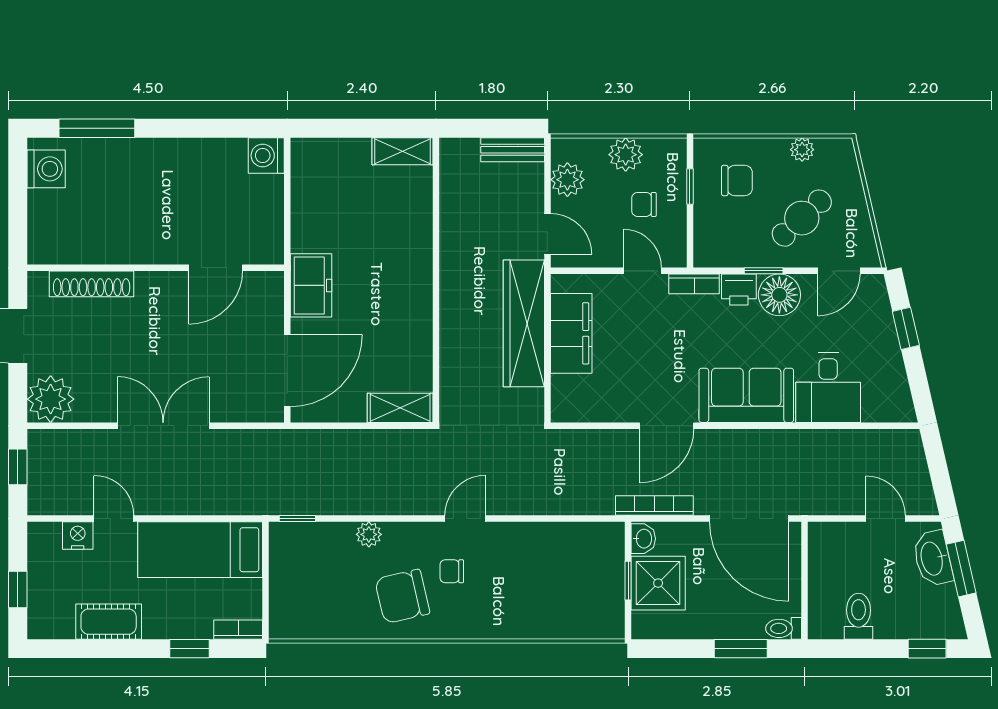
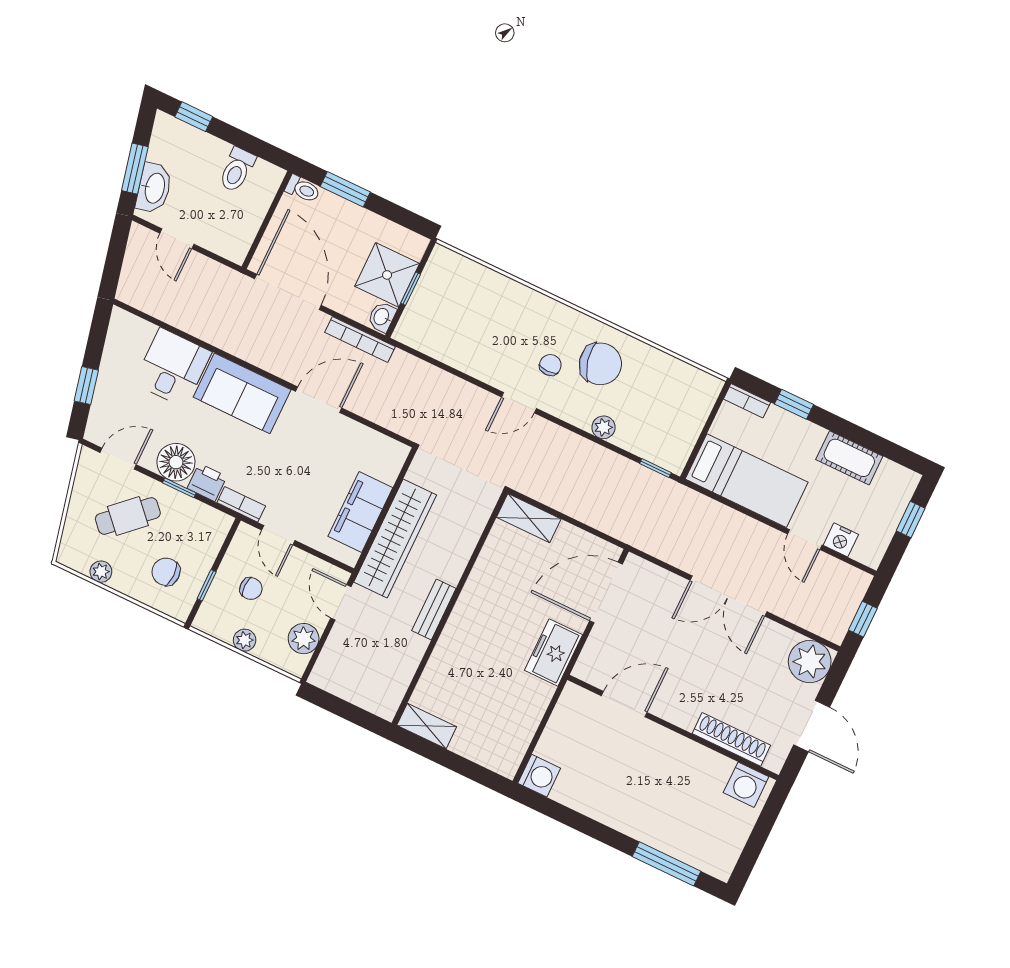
bench: (513, 150) -> (434, 609), moved, turned 90
plant: (626, 155) -> (245, 640), width x0.73, depth x0.73
washing machine: (46, 169) -> (746, 785), moved, turned -90
chair: (452, 571) -> (550, 365), turned -90

